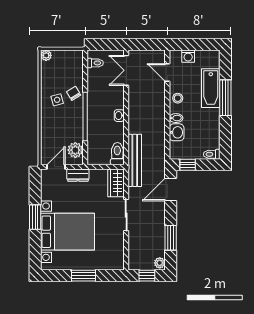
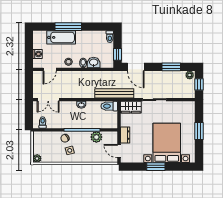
plant: (75, 150) -> (96, 137), moved

